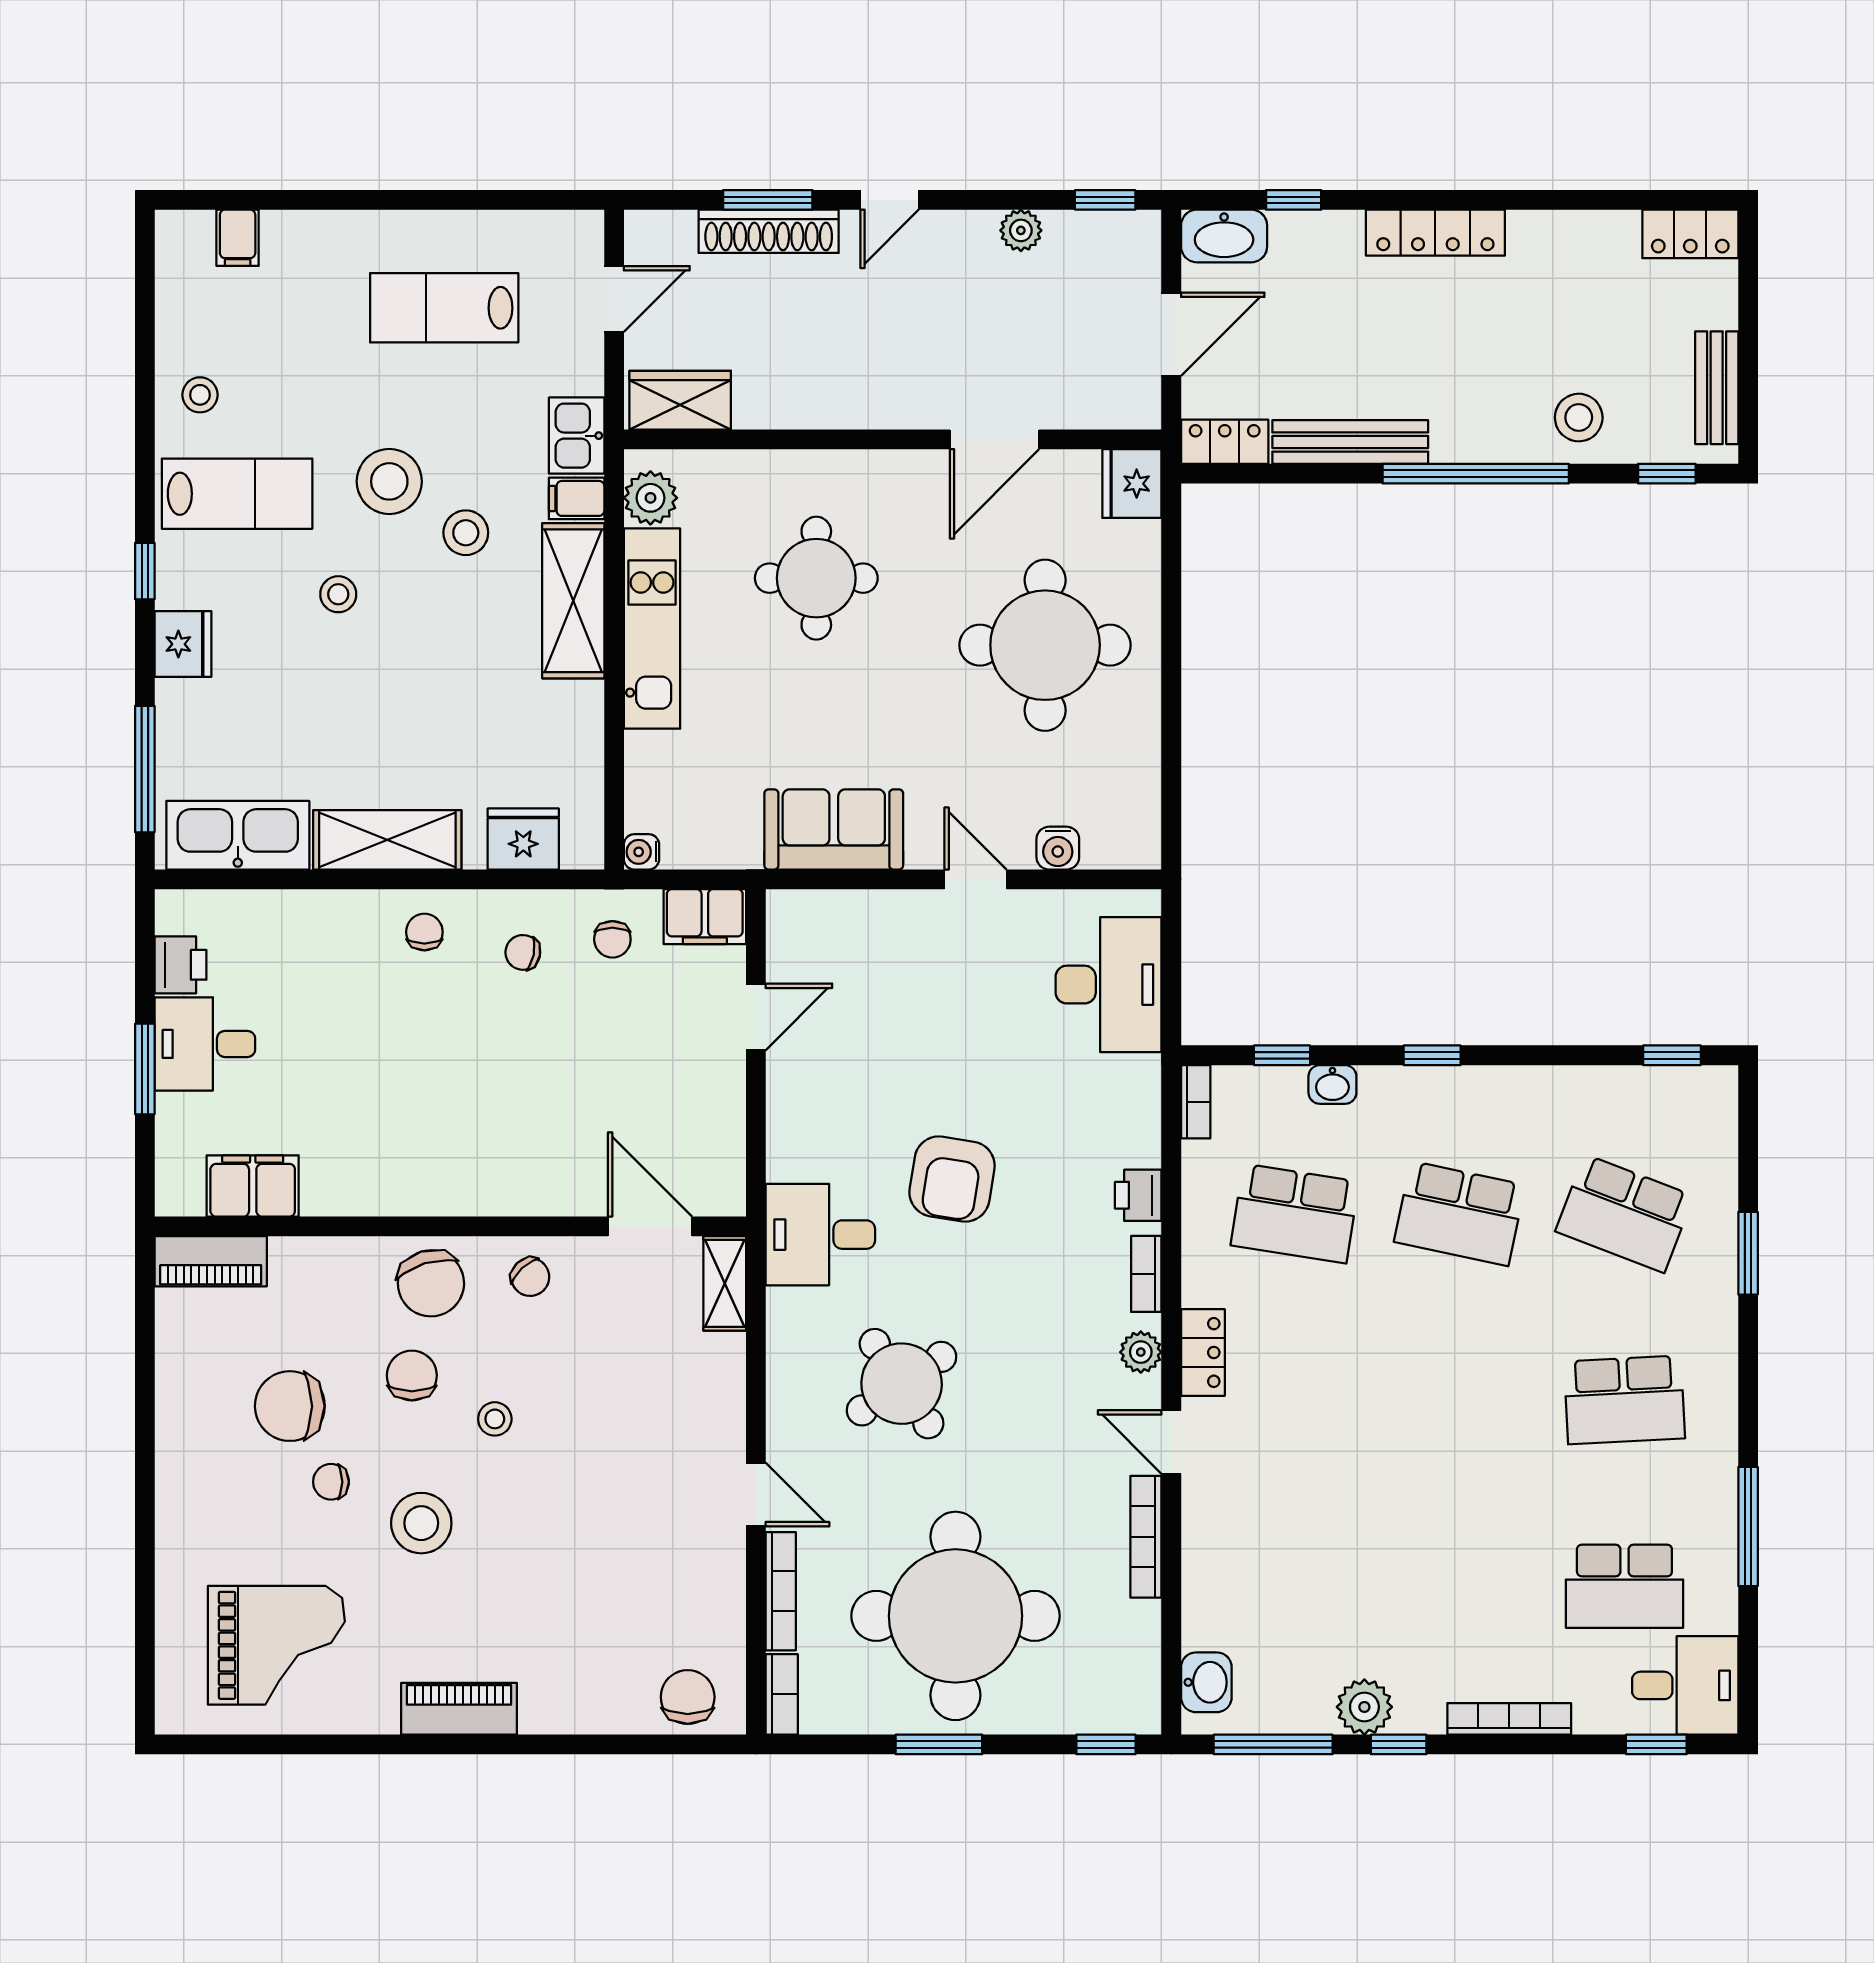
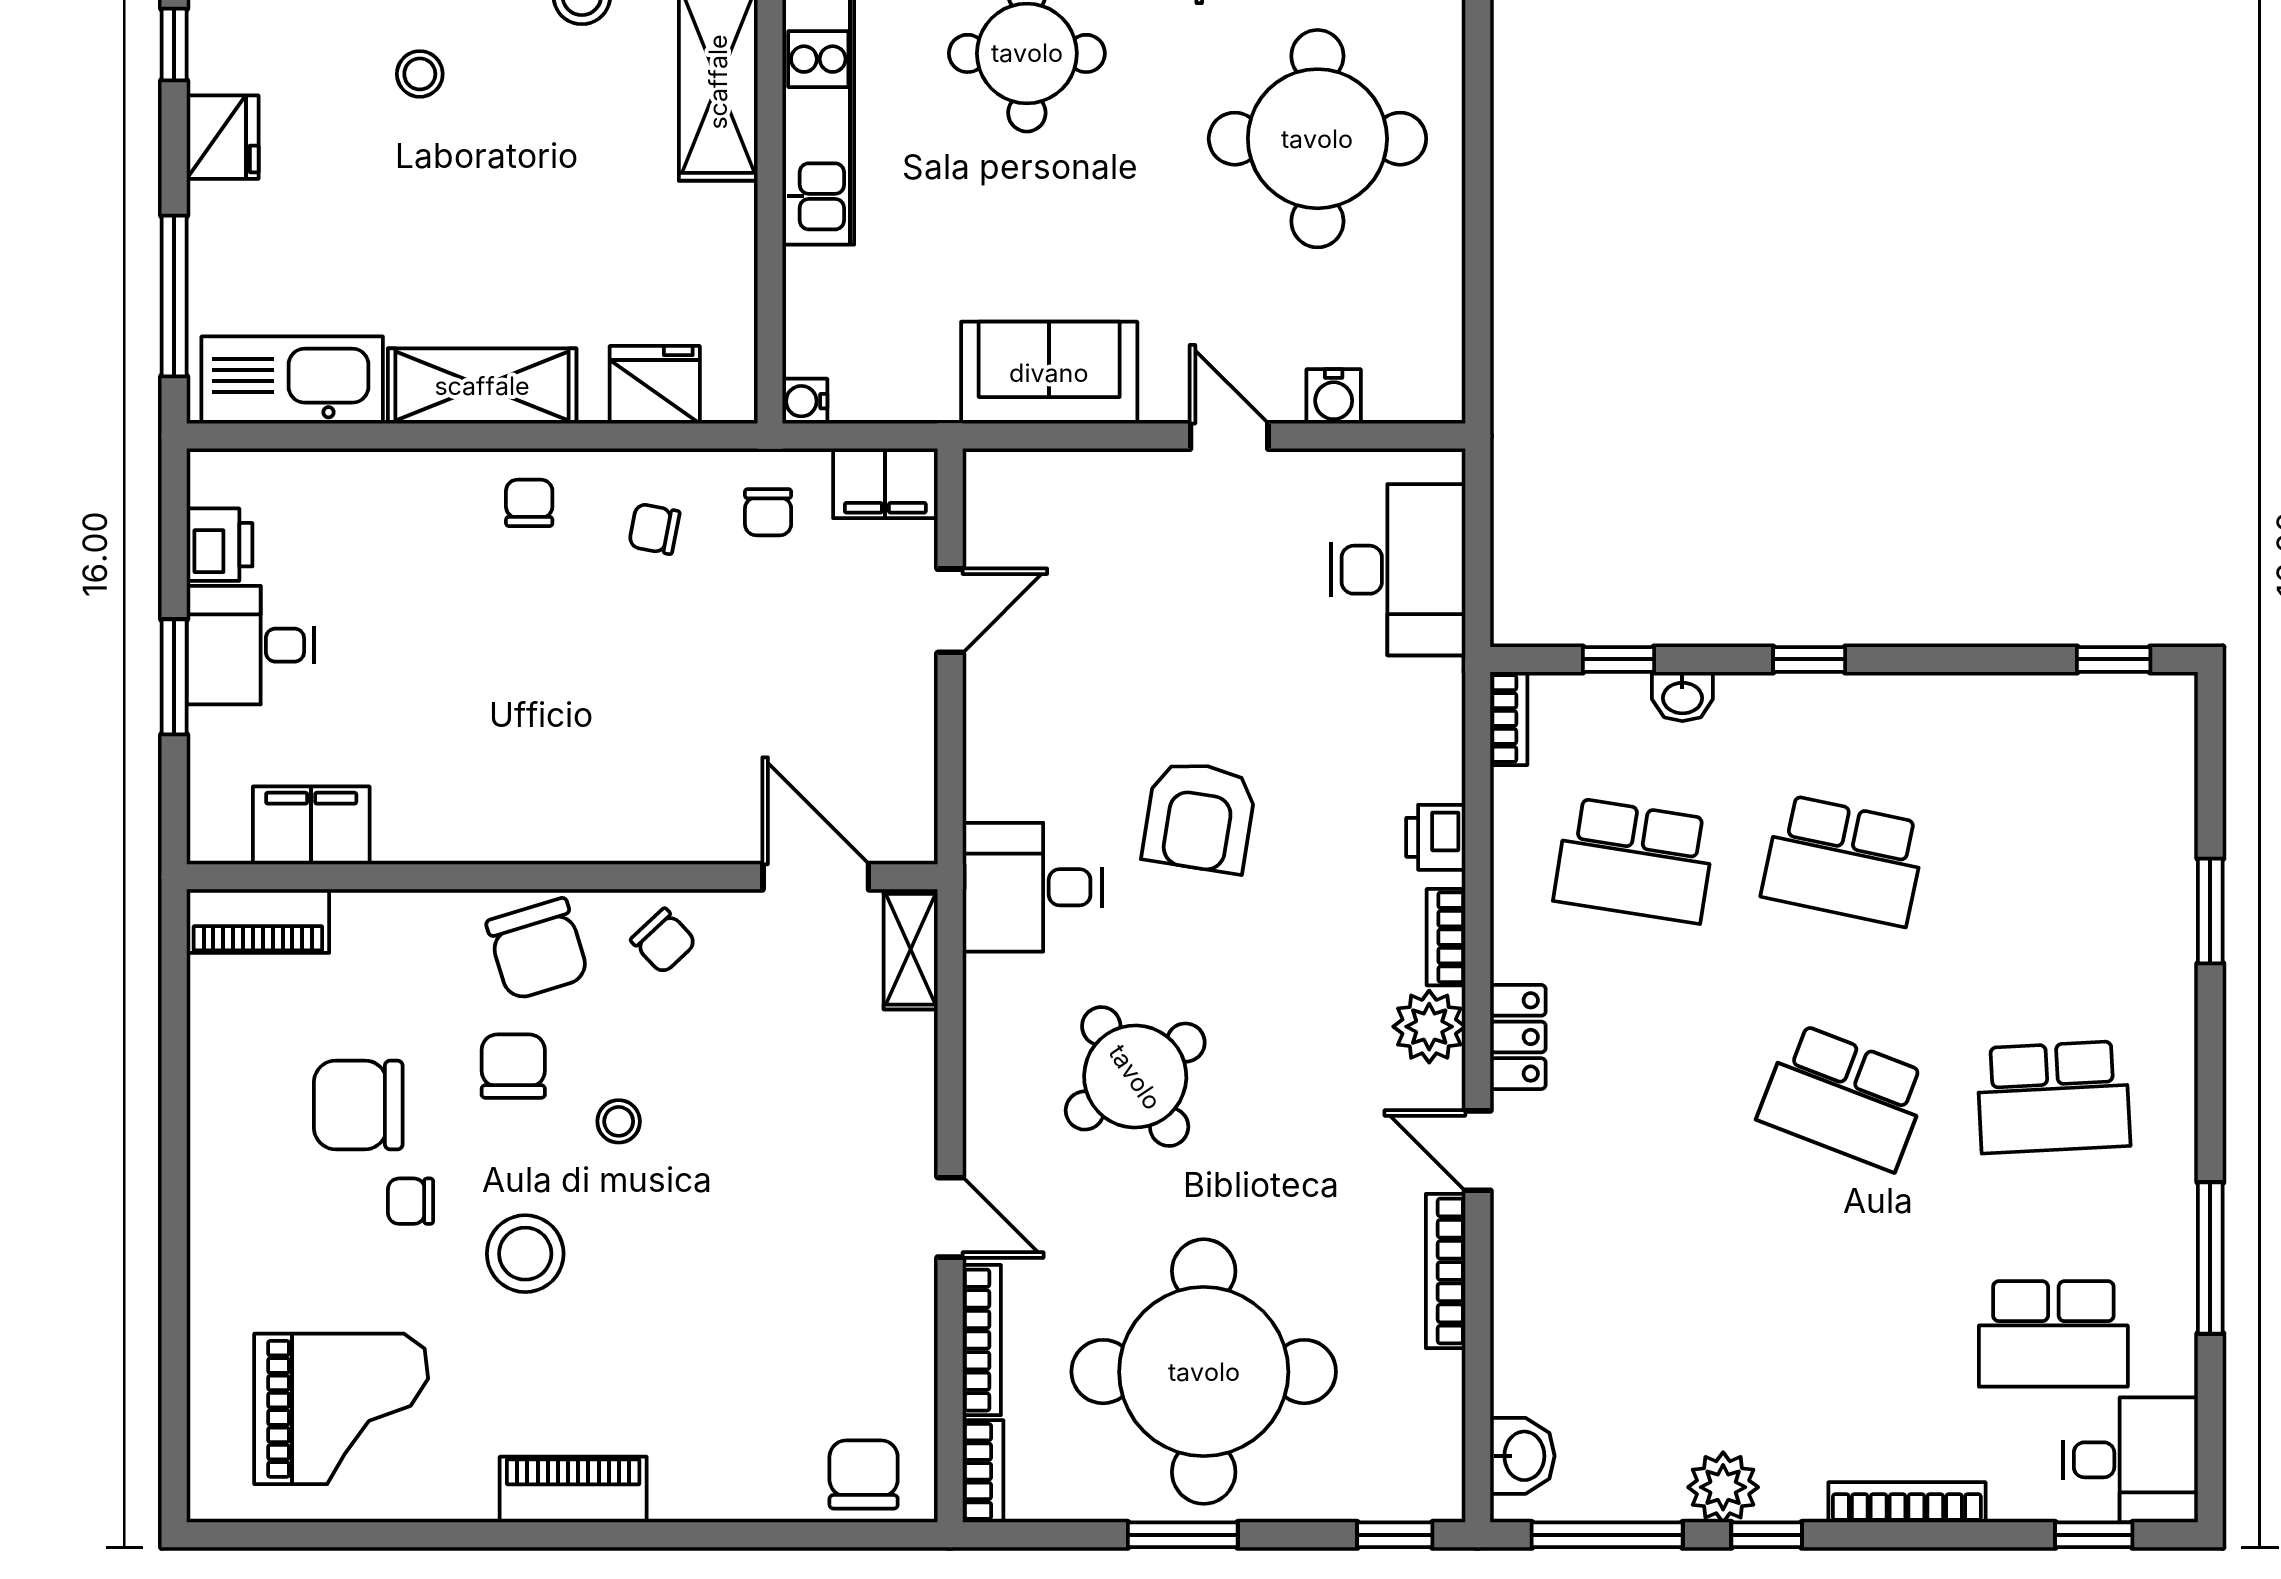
school desk: (1624, 1213) -> (1844, 1097), moved
plant: (1141, 1352) -> (1429, 1027), width x1.38, depth x1.38

